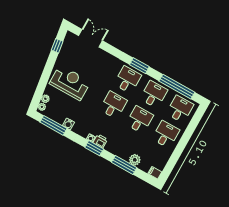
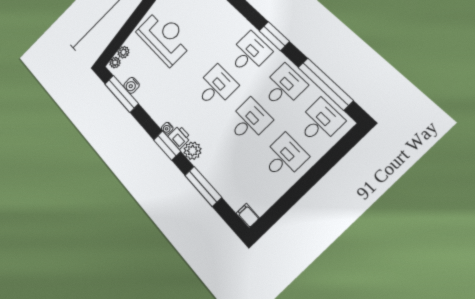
water cooler: (68, 124) -> (132, 85), moved
plant: (135, 160) -> (193, 151), moved

